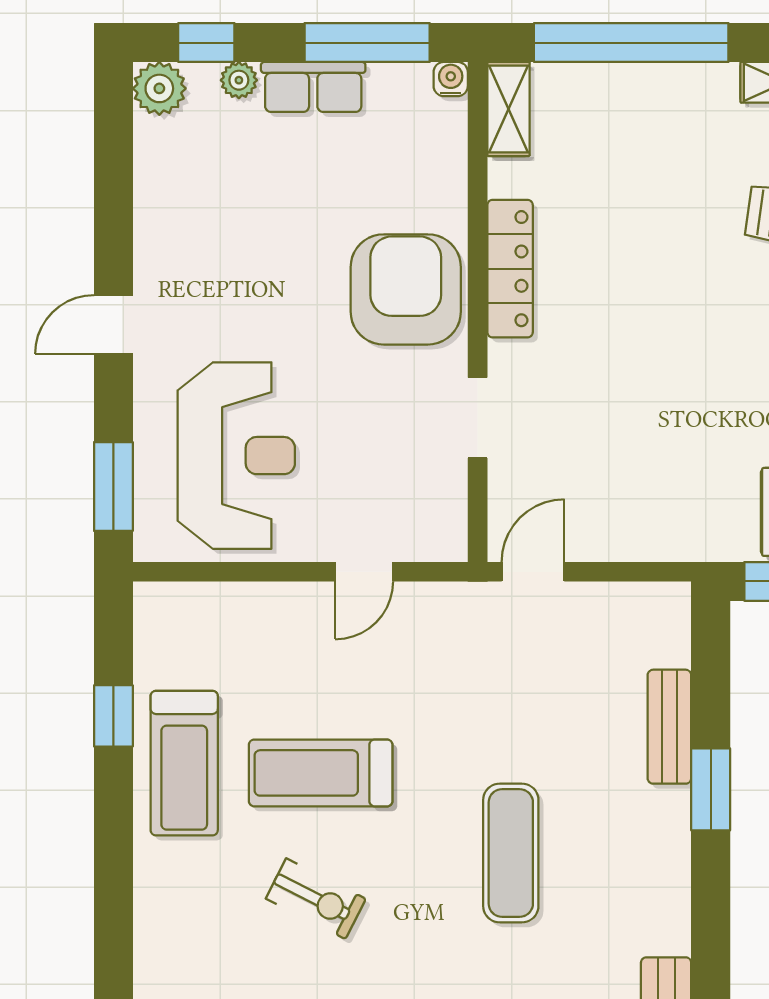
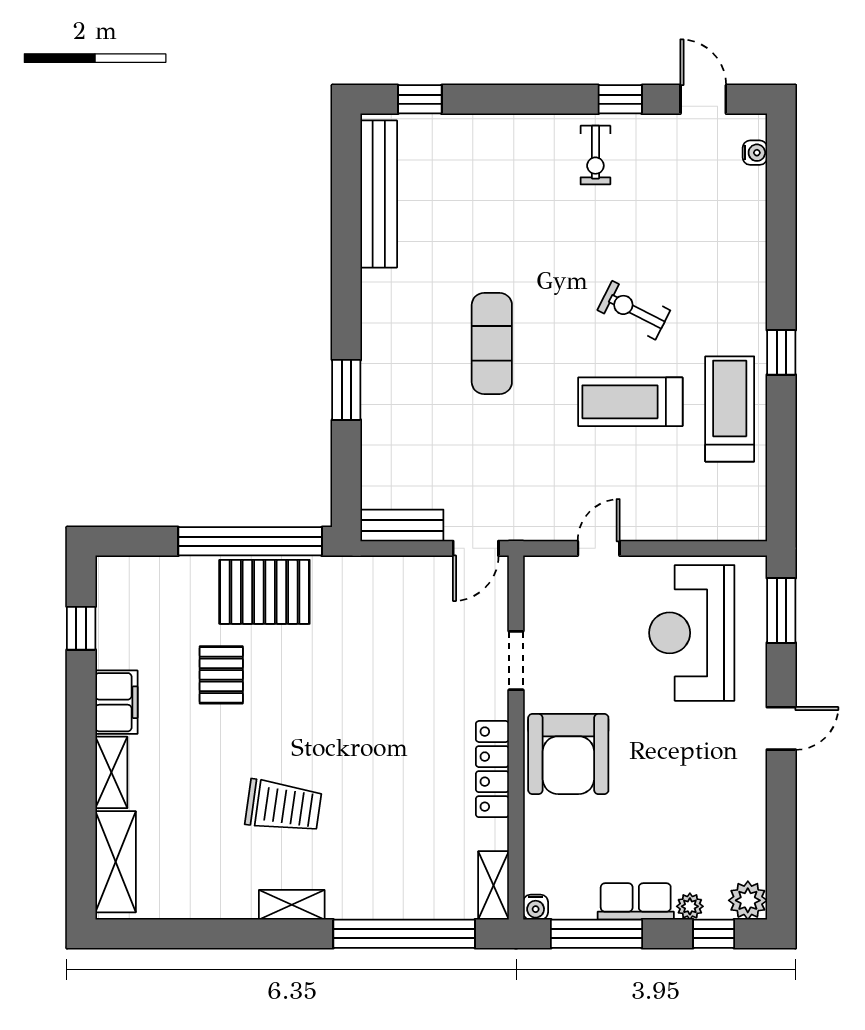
window: (113, 716) -> (781, 352), moved
bench: (669, 727) -> (402, 525), moved, turned 90
treadmill: (321, 773) -> (630, 402), turned 180

